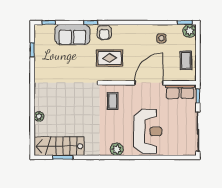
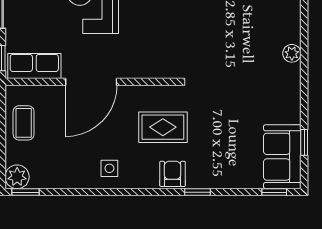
sofa: (72, 35) -> (282, 157), moved, turned -90
side table: (161, 38) -> (109, 168), moved
coffee table: (113, 101) -> (157, 49), removed
plant: (39, 116) -> (292, 53), moved

